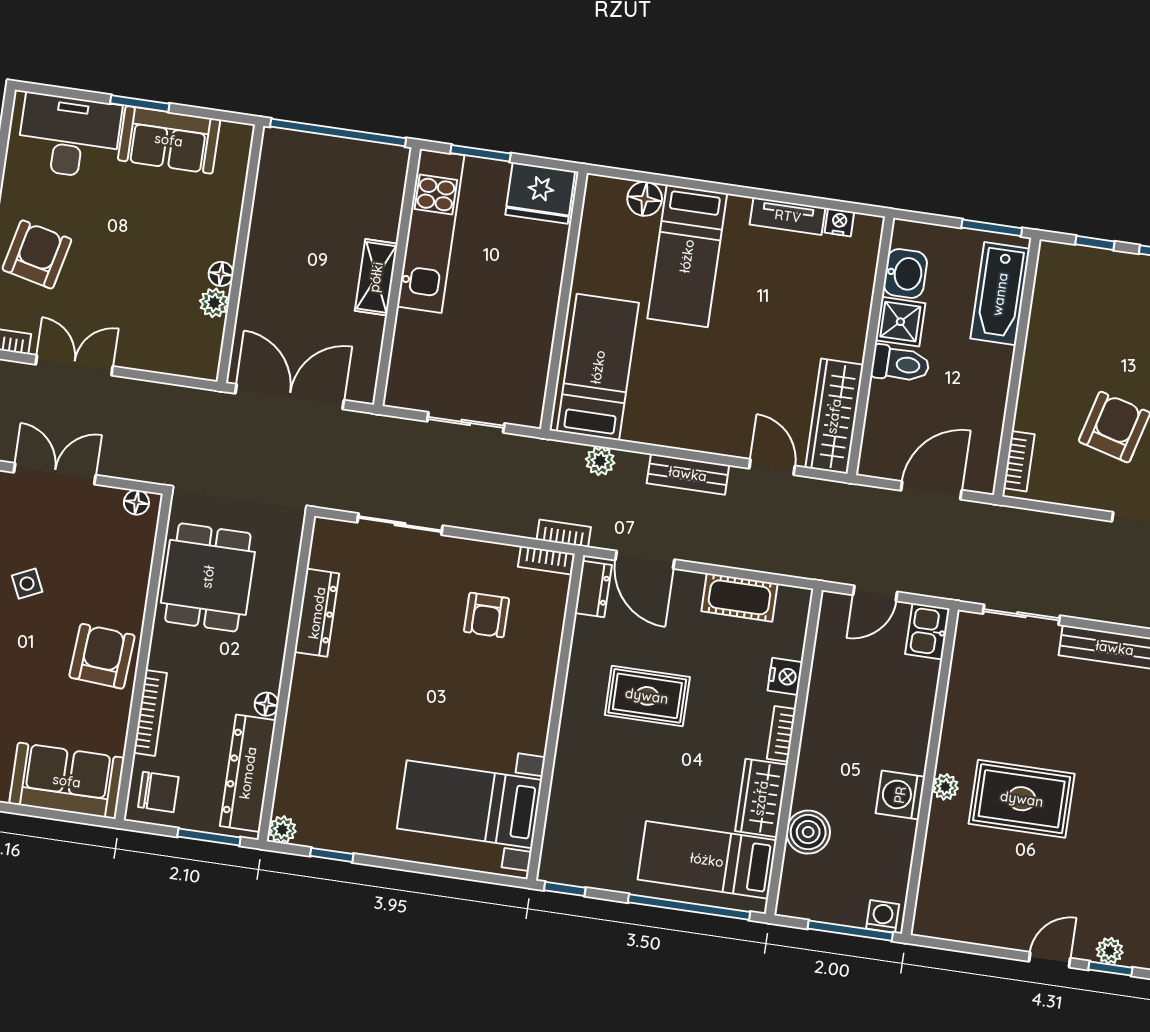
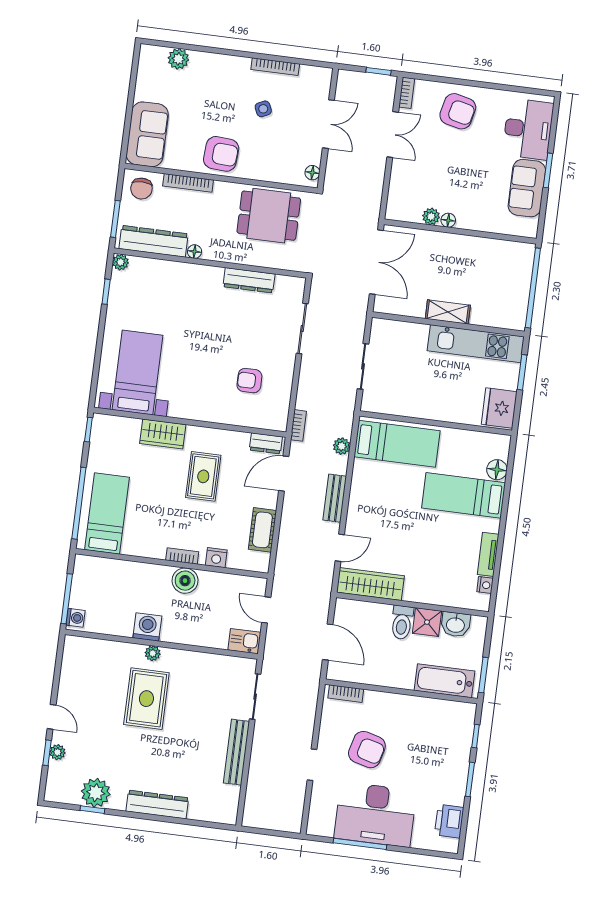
bookcase: (546, 560) -> (282, 415), removed
wardrobe: (761, 798) -> (163, 434), moved, turned 180
boiler: (808, 832) -> (185, 581), moved

